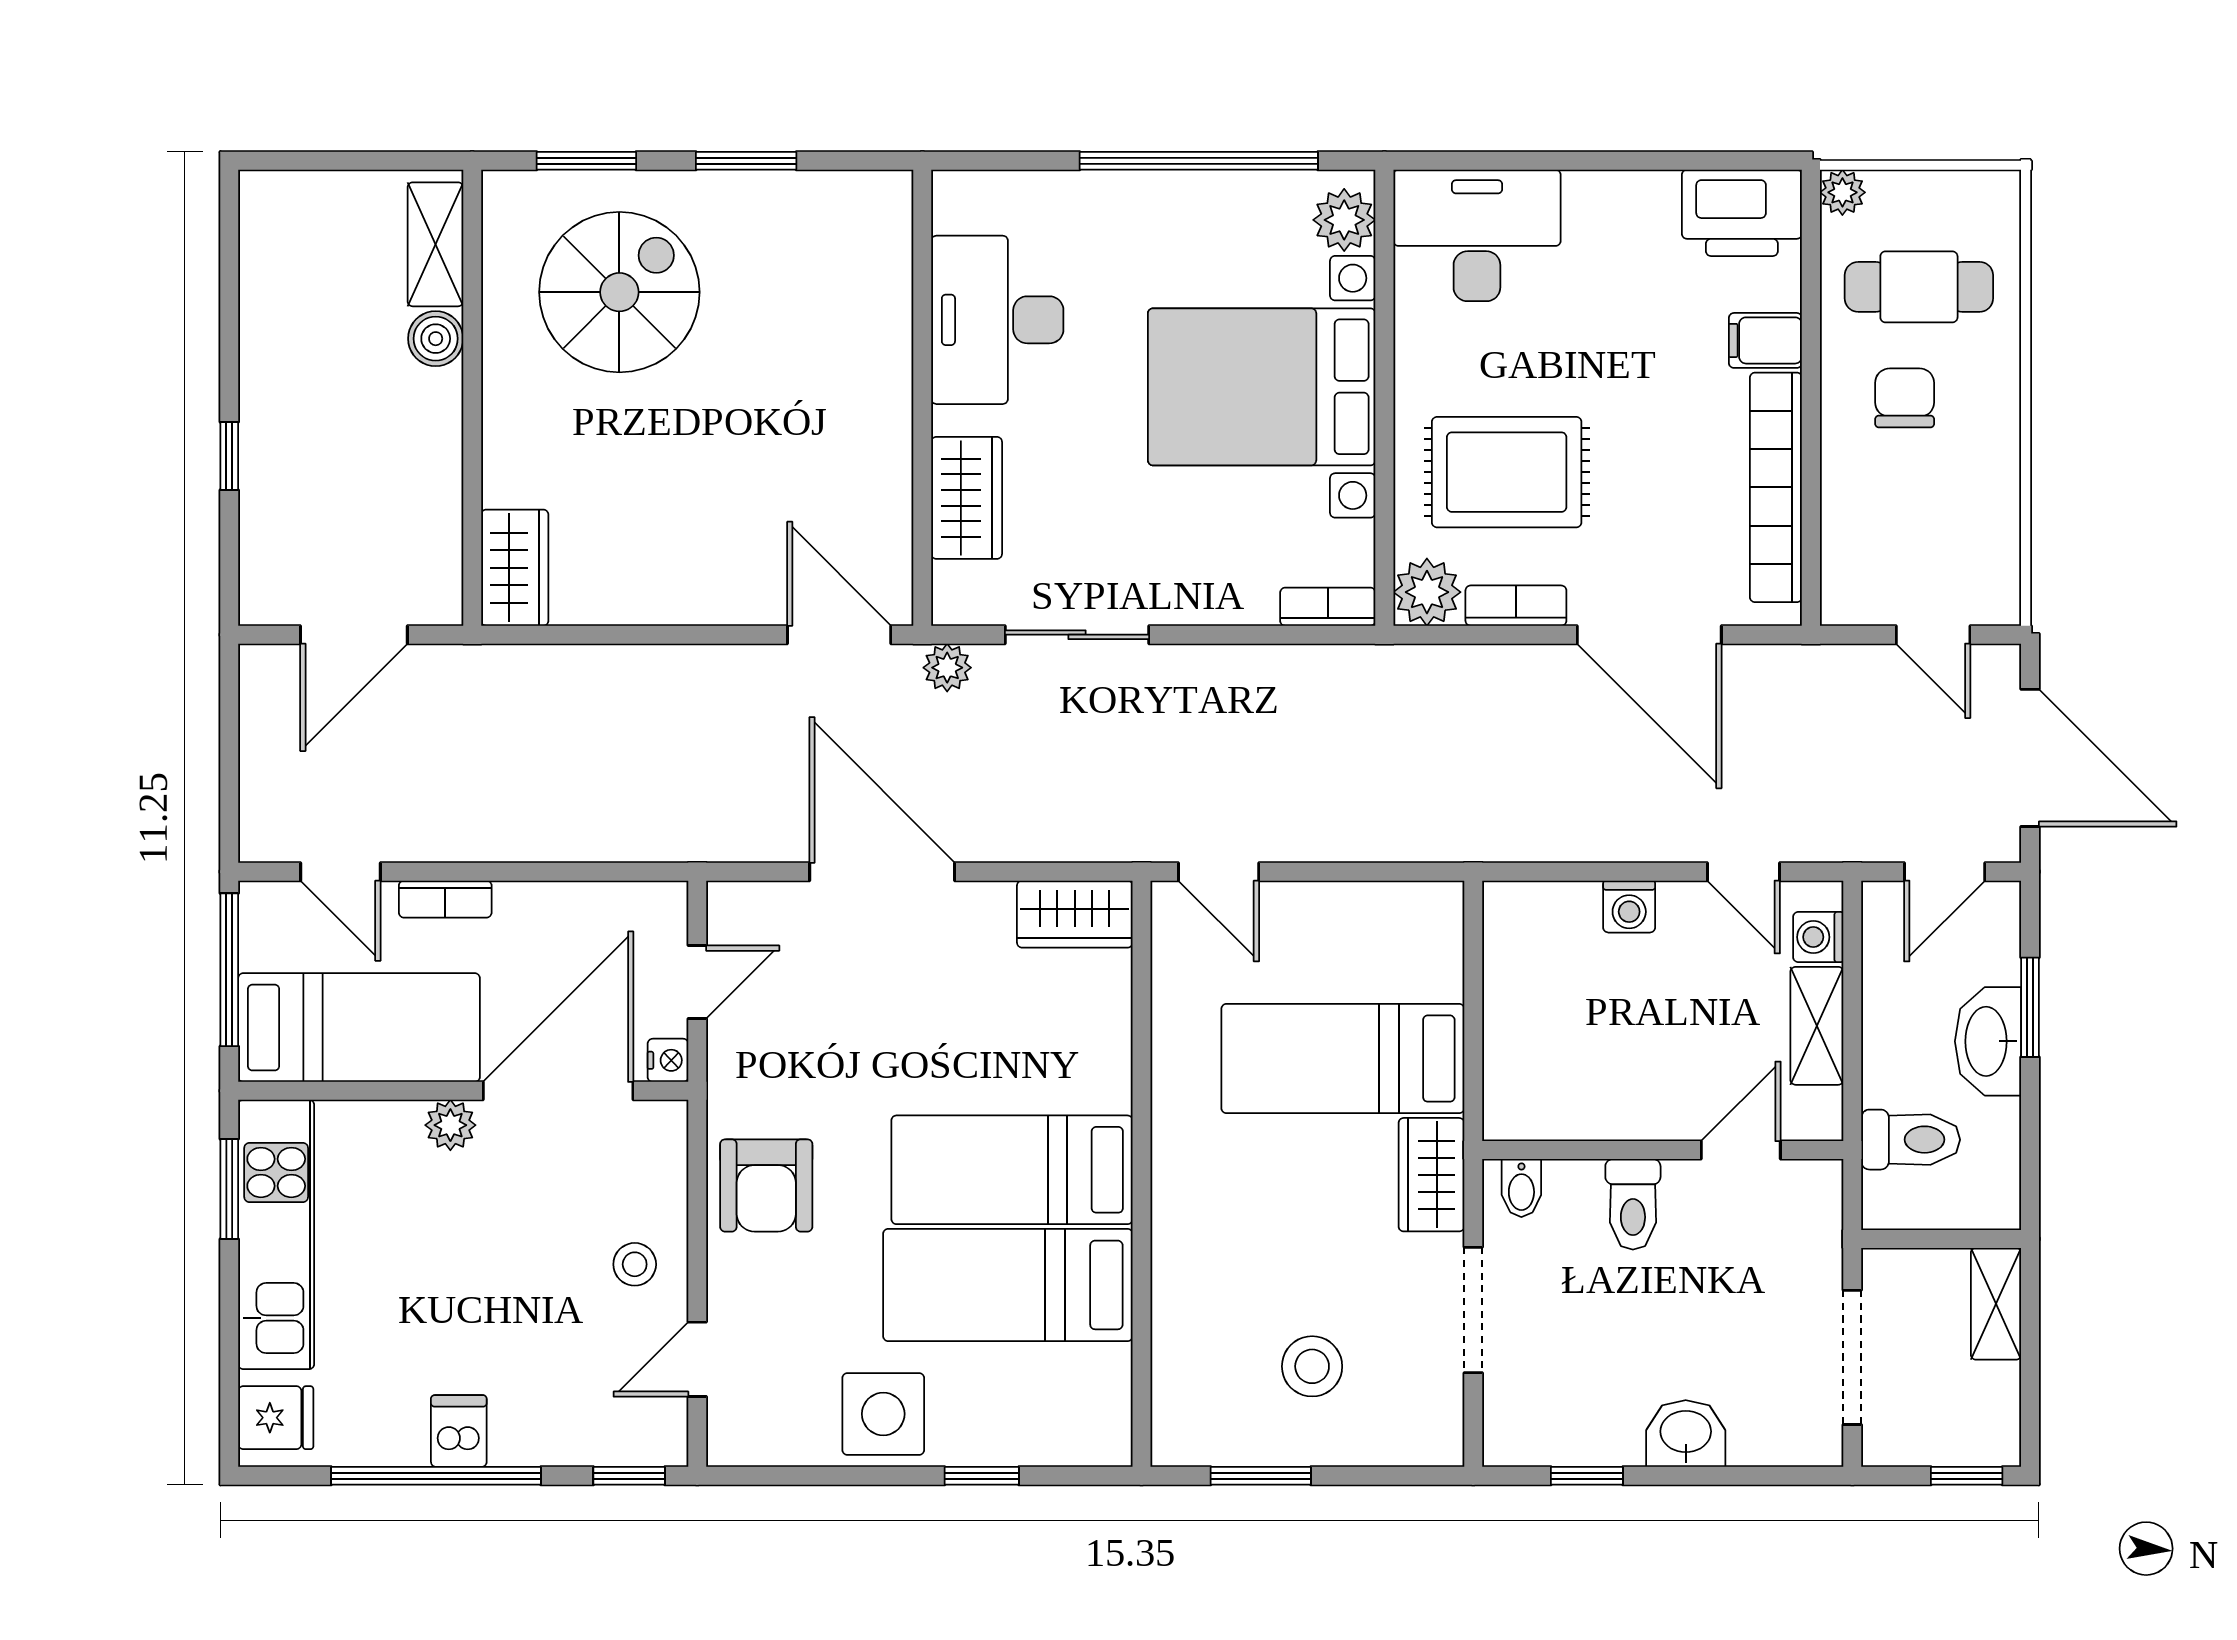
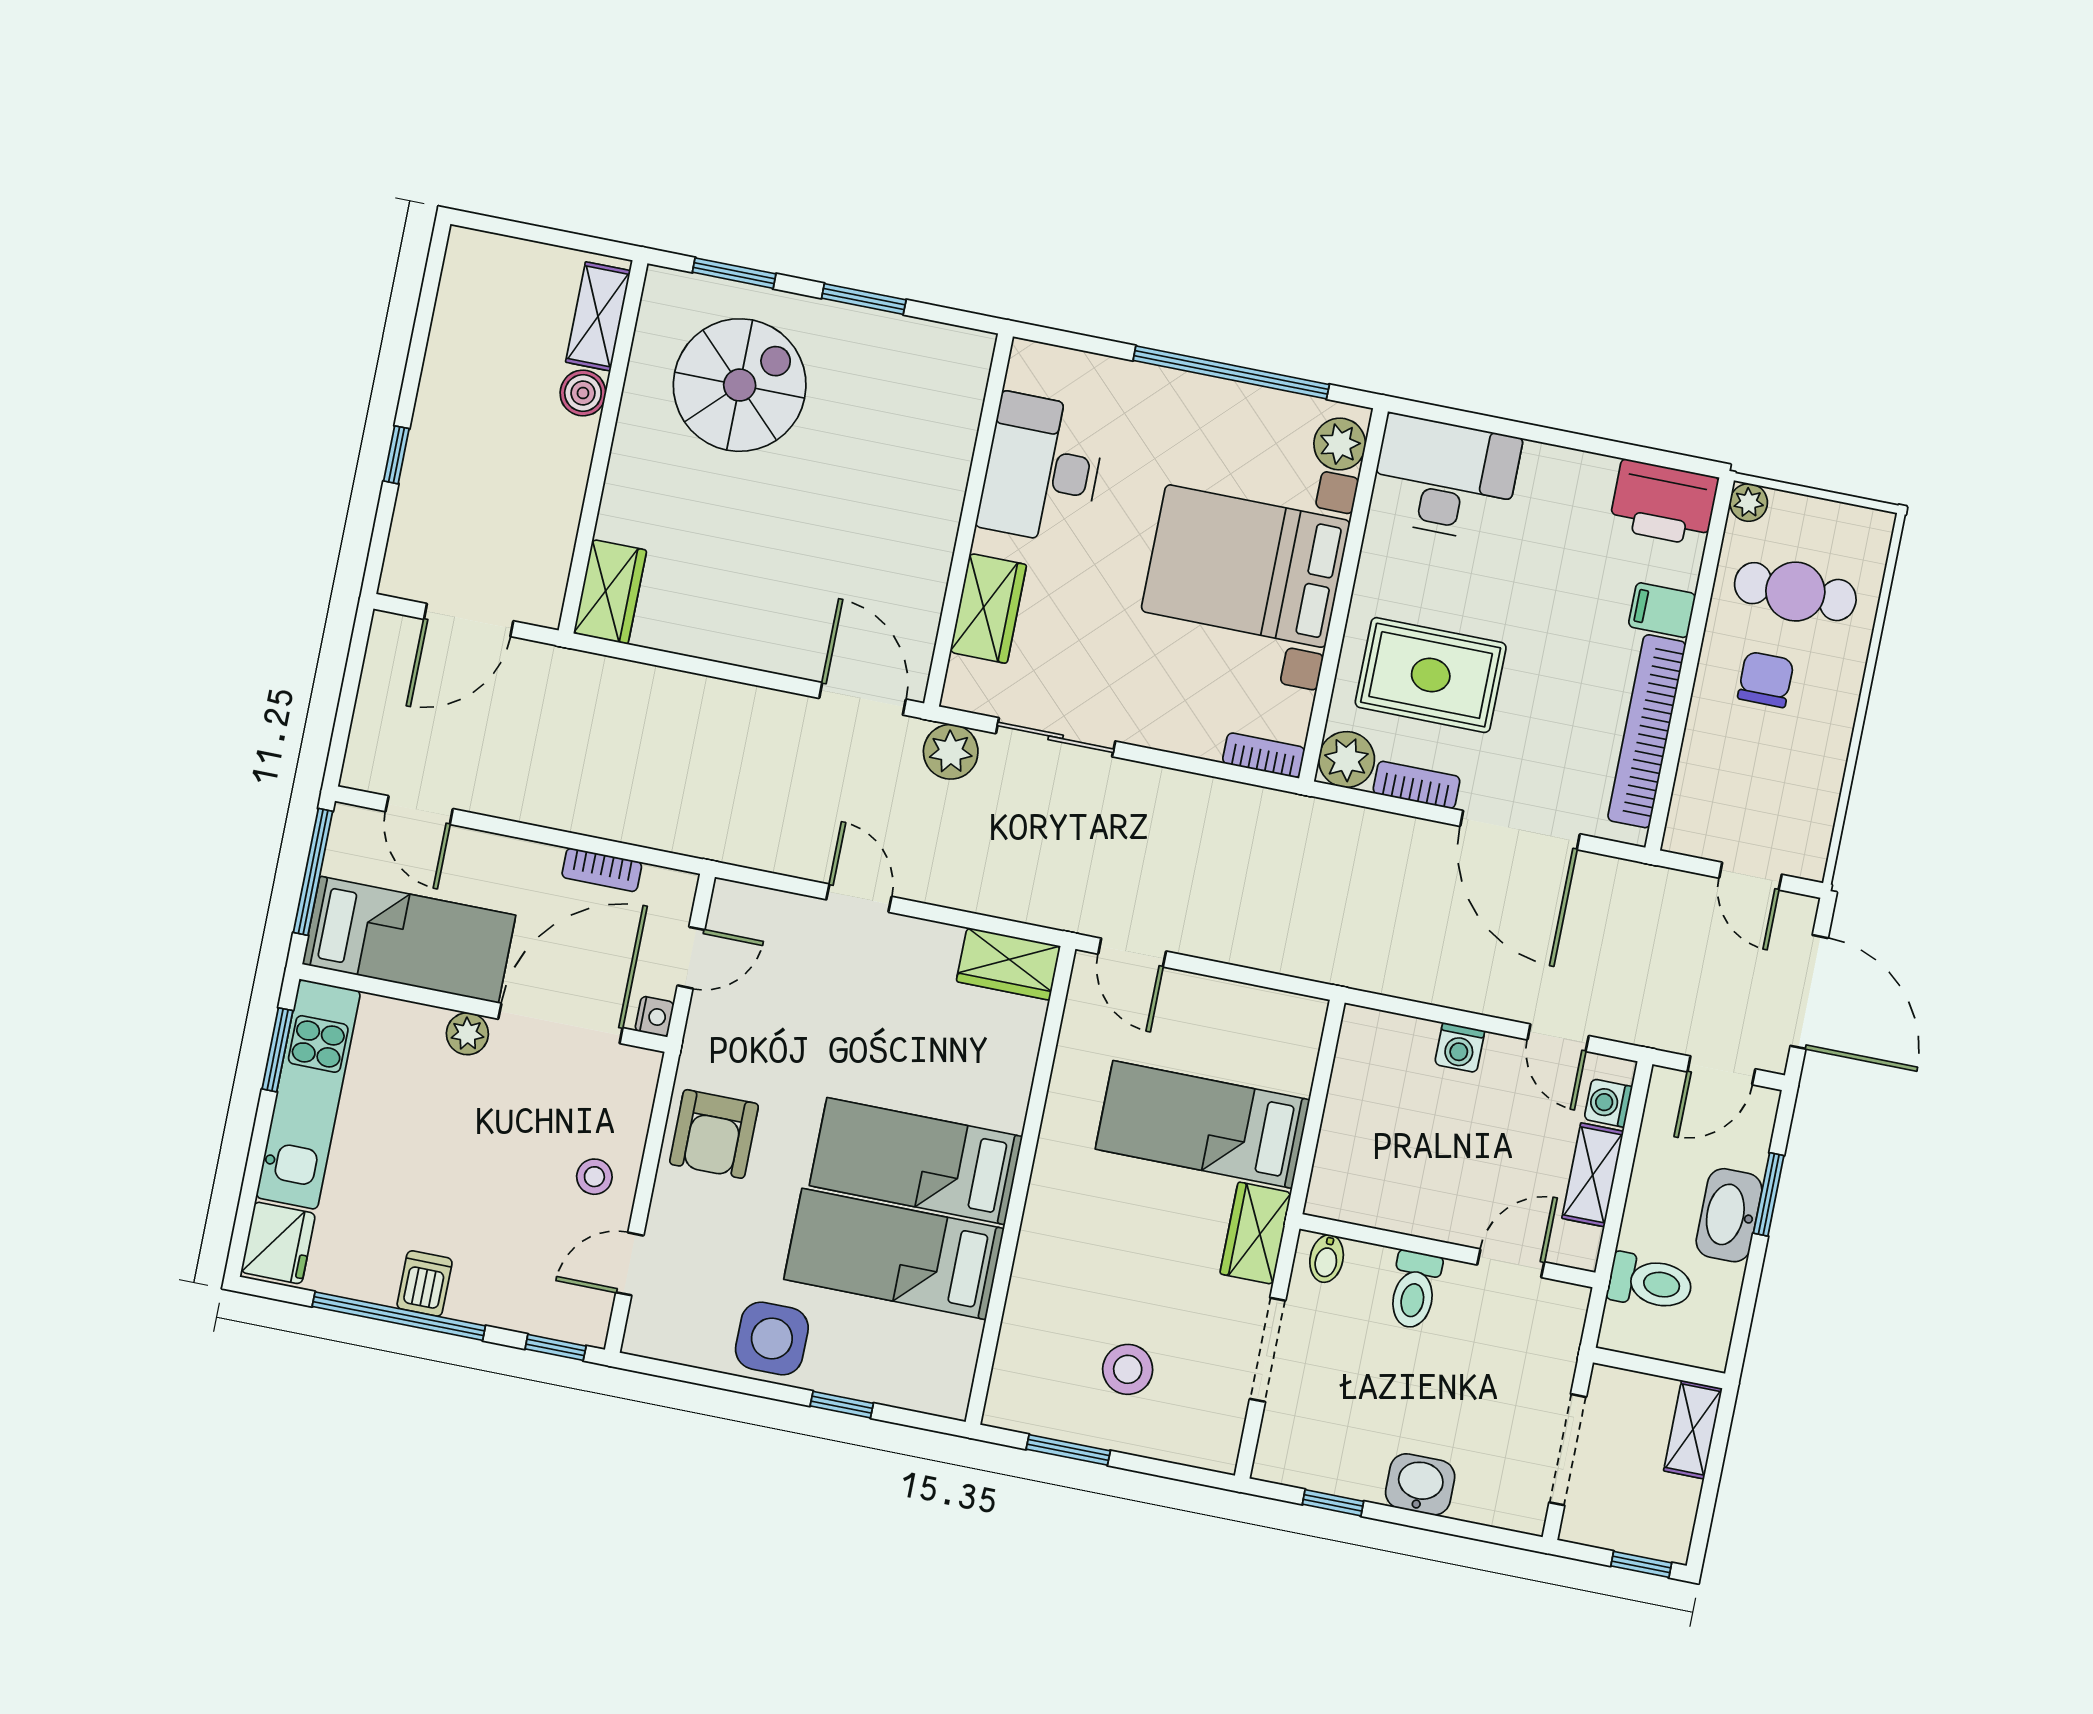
plant: (947, 668) -> (951, 752), width x1.38, depth x1.38
door: (882, 872) -> (859, 898), width x0.53
bookcase: (445, 899) -> (602, 870), moved
fridge: (276, 1418) -> (278, 1243), width x1.38

